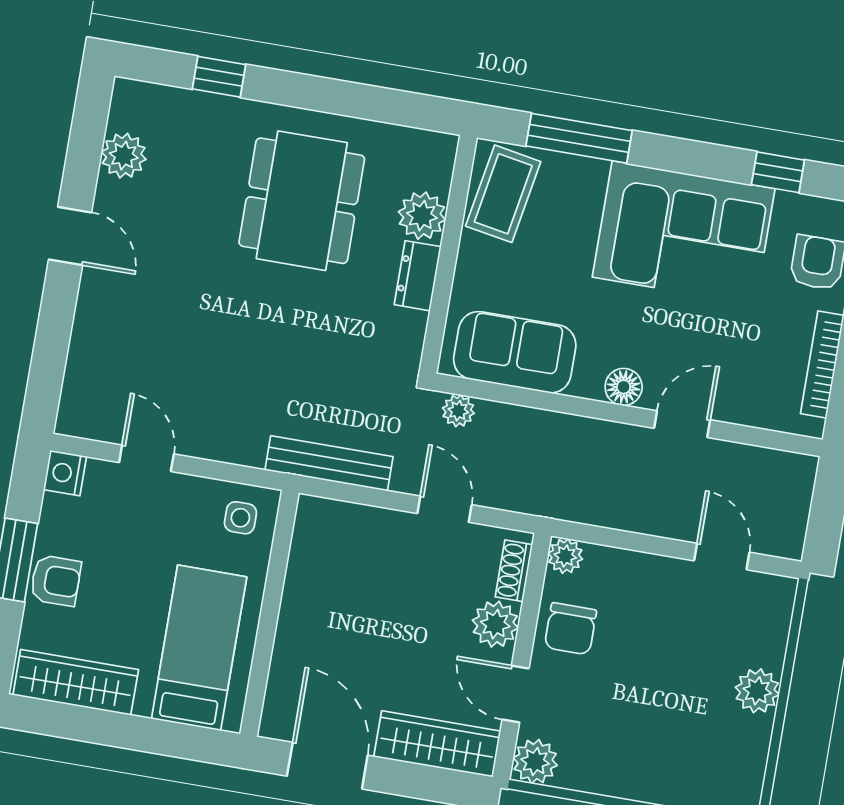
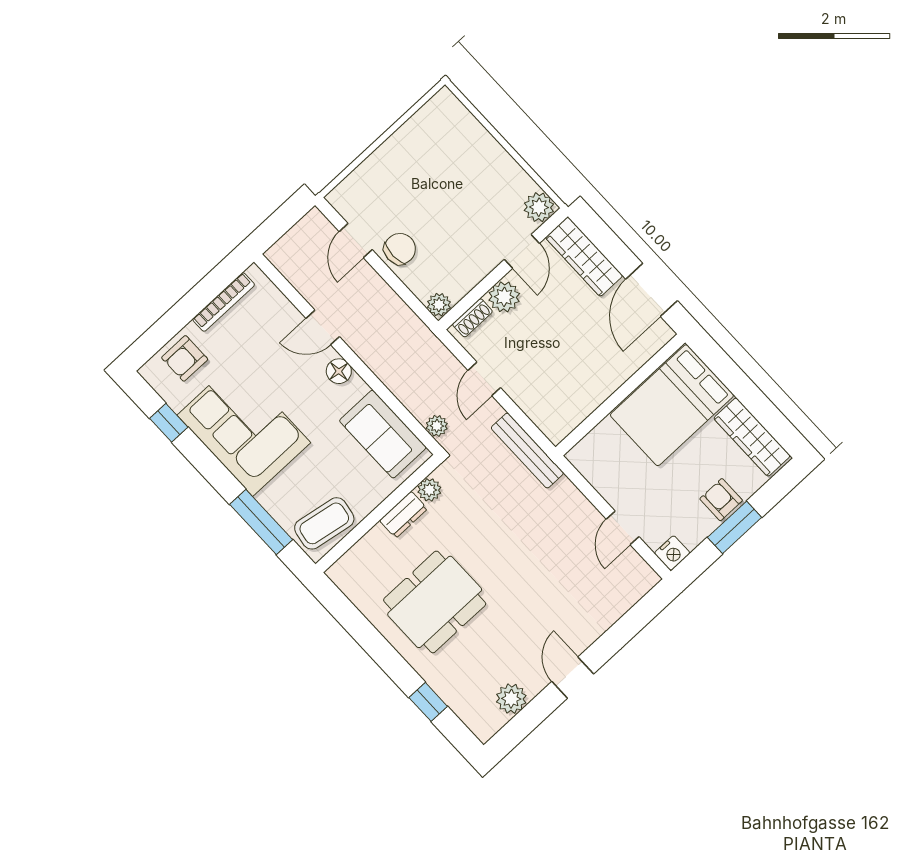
plant: (422, 216) -> (429, 490), moved, width x0.73, depth x0.73
side table: (240, 518) -> (597, 458), removed
chair: (571, 629) -> (400, 249), moved
bed: (199, 648) -> (672, 405), width x1.50
plant: (757, 691) -> (392, 154), removed

